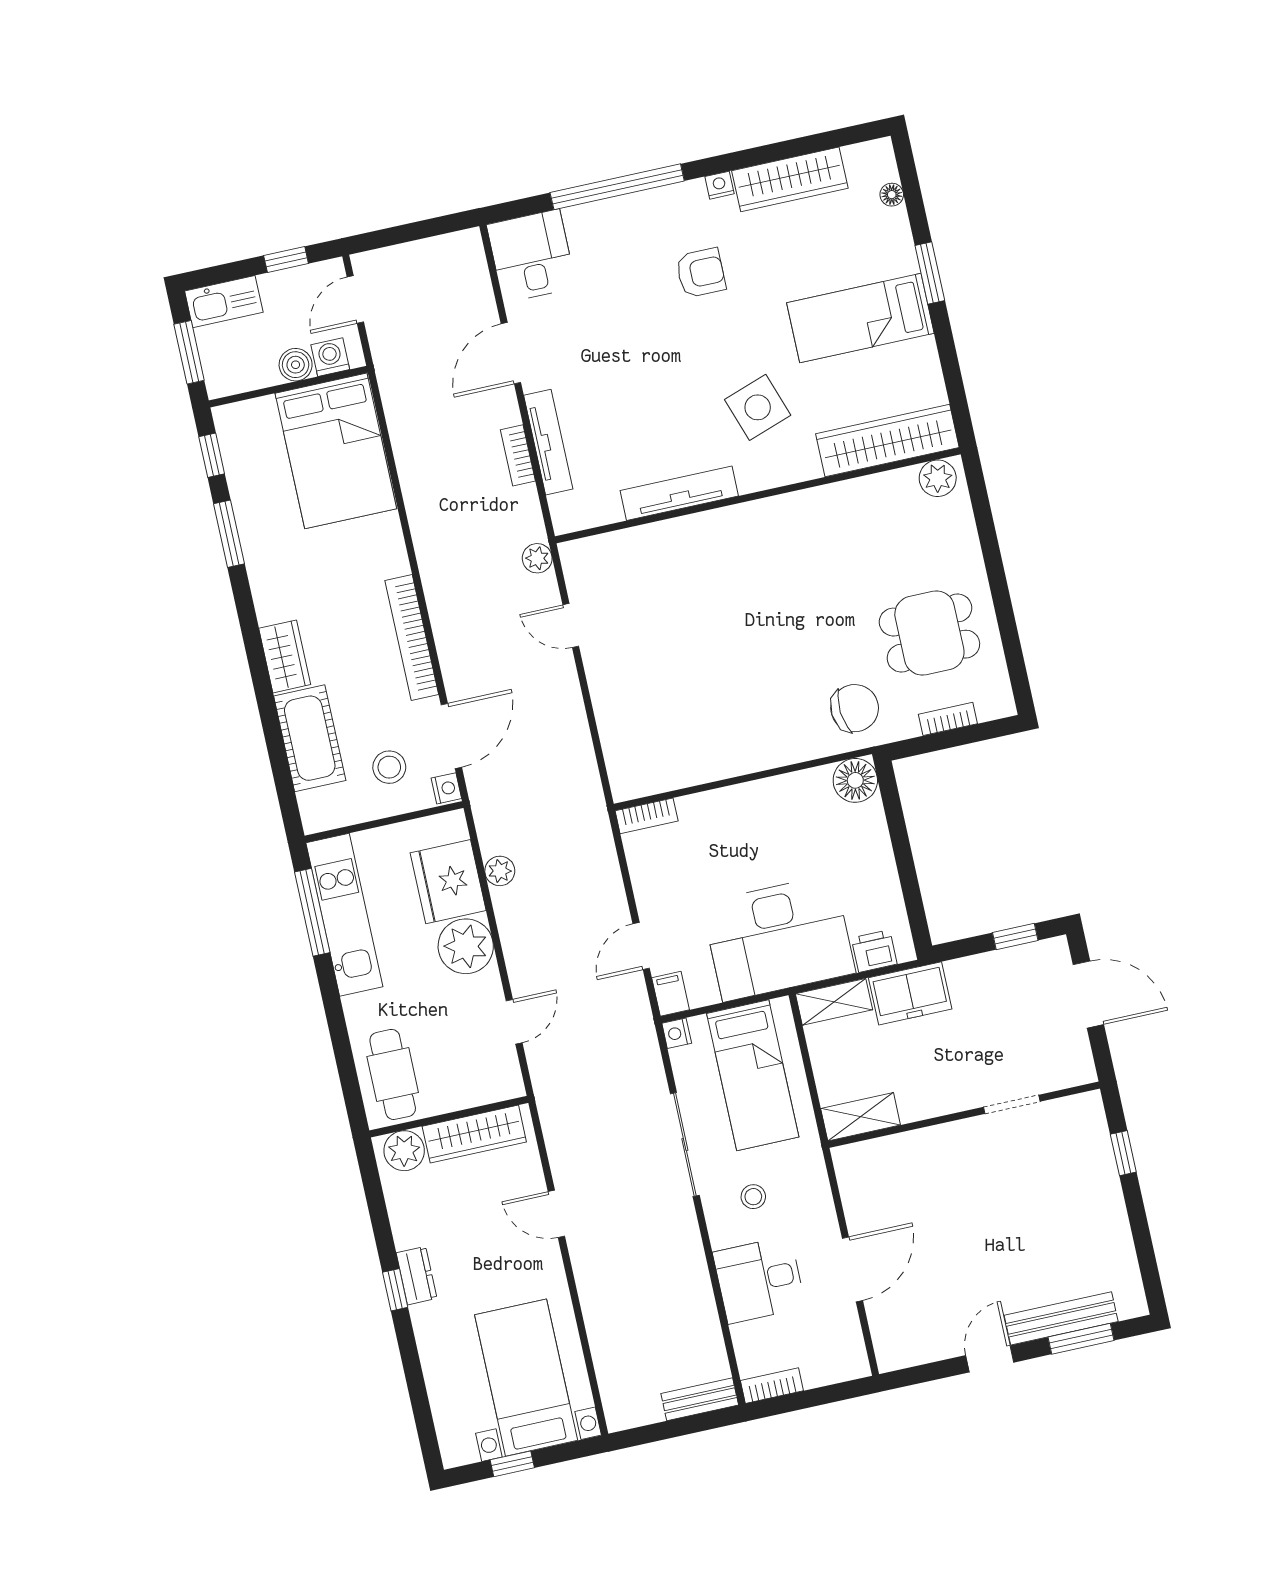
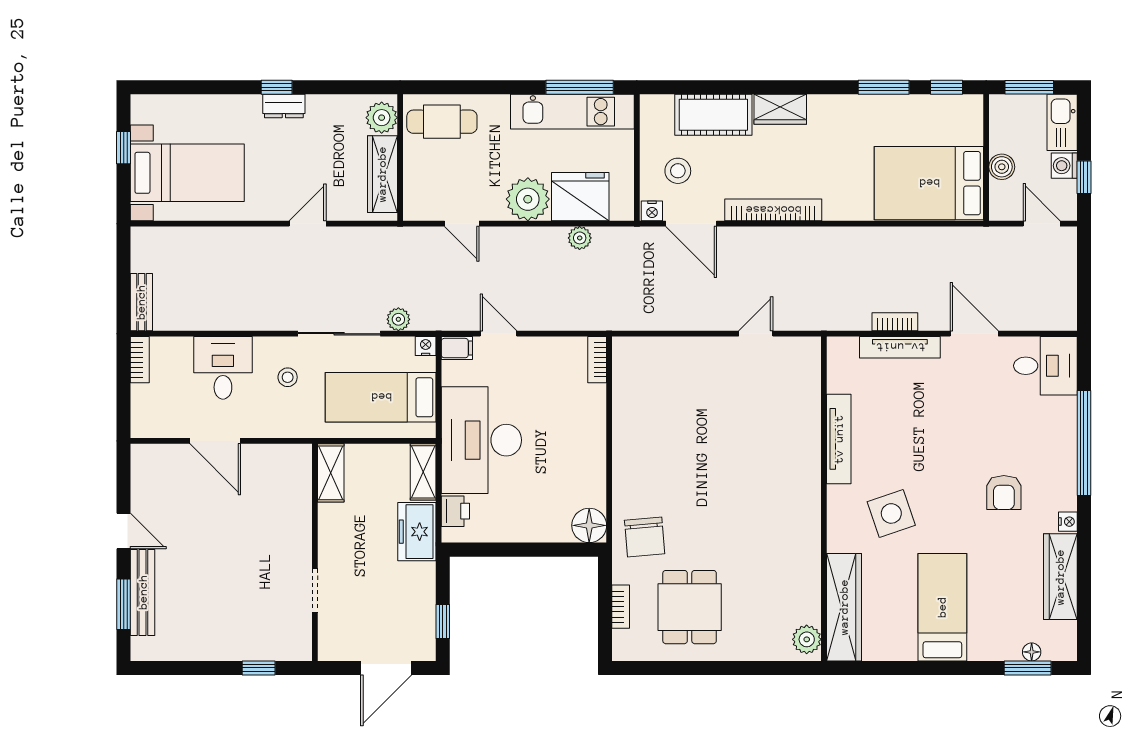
window: (930, 273) -> (1028, 668), moved
washing machine: (330, 357) -> (1064, 166), moved, turned 180
plant: (537, 558) -> (398, 319), moved

